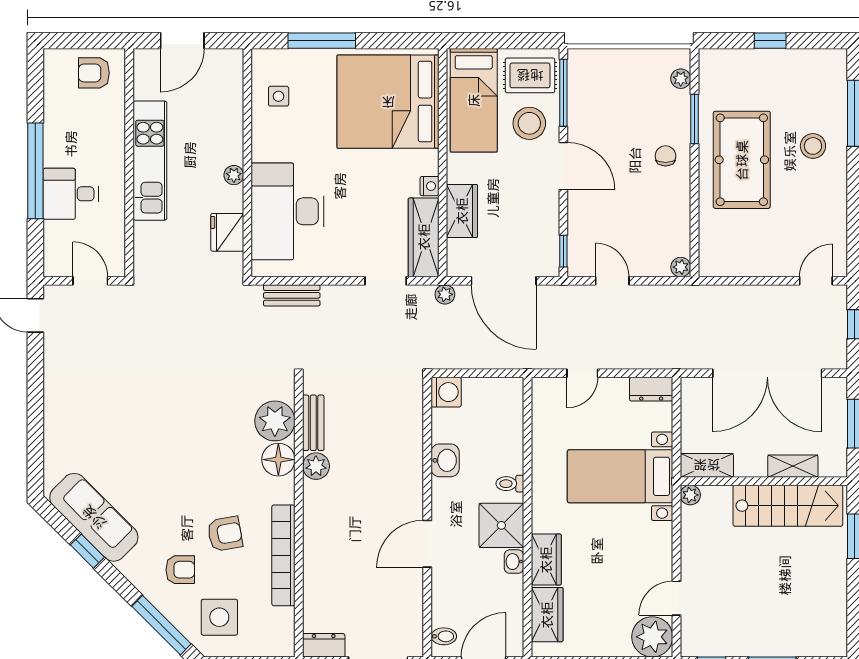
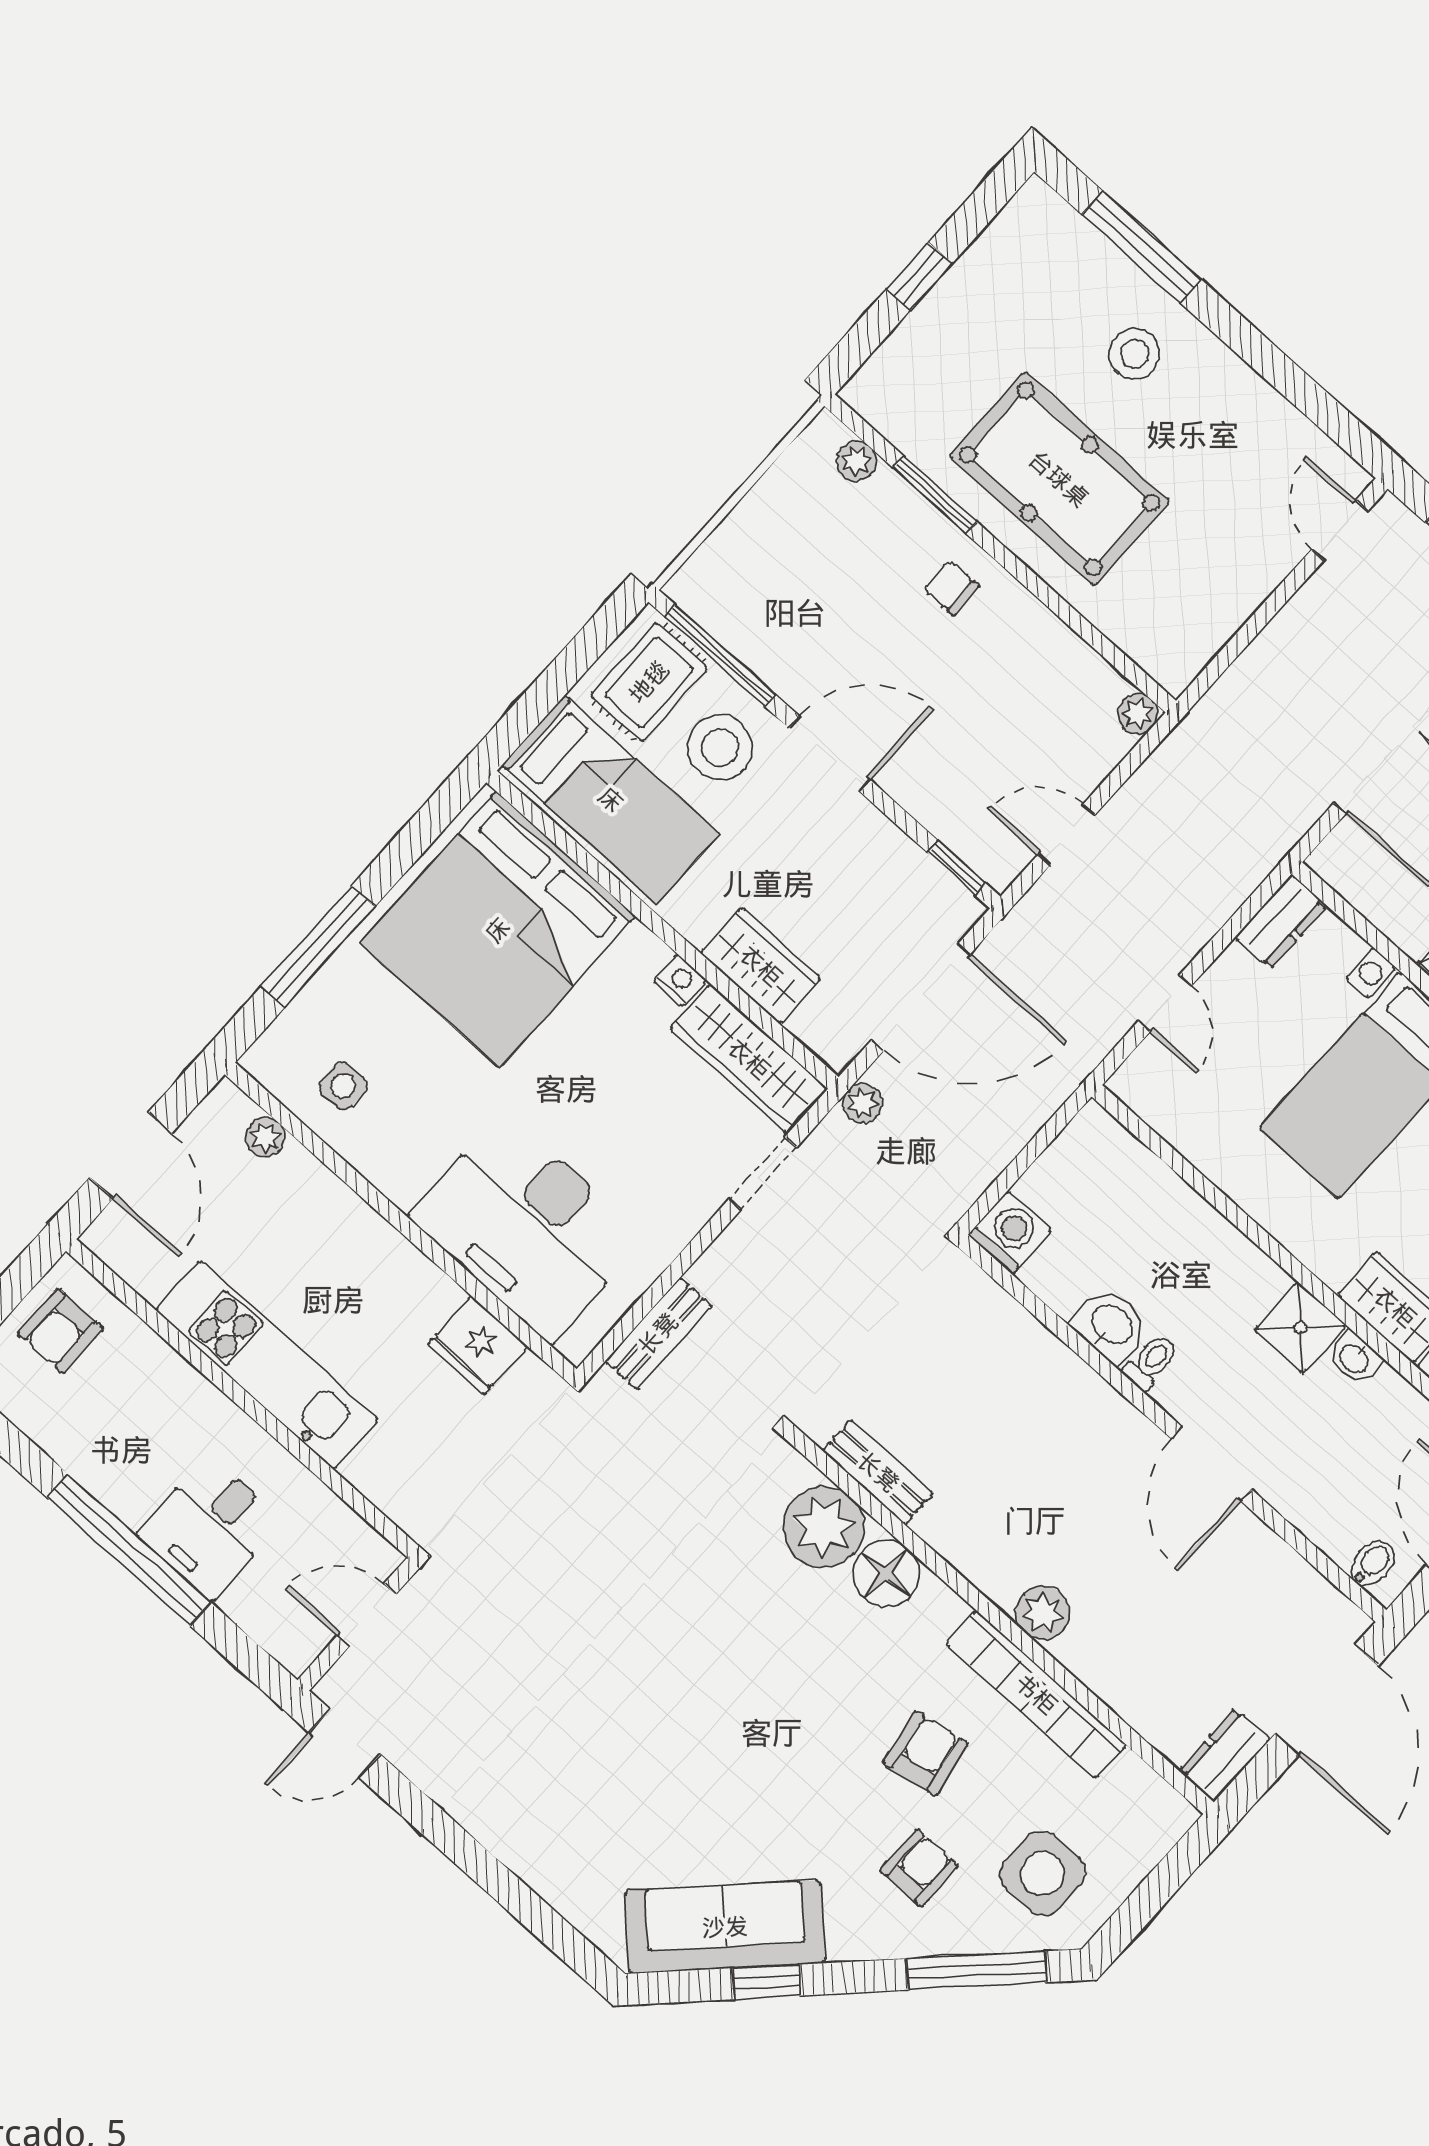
plant: (234, 175) -> (265, 1137), moved
plant: (316, 466) -> (1043, 1613), moved
toilet: (510, 484) -> (1151, 1362), moved, turned 180
shower: (501, 525) -> (1300, 1328), width x0.73, depth x0.73

